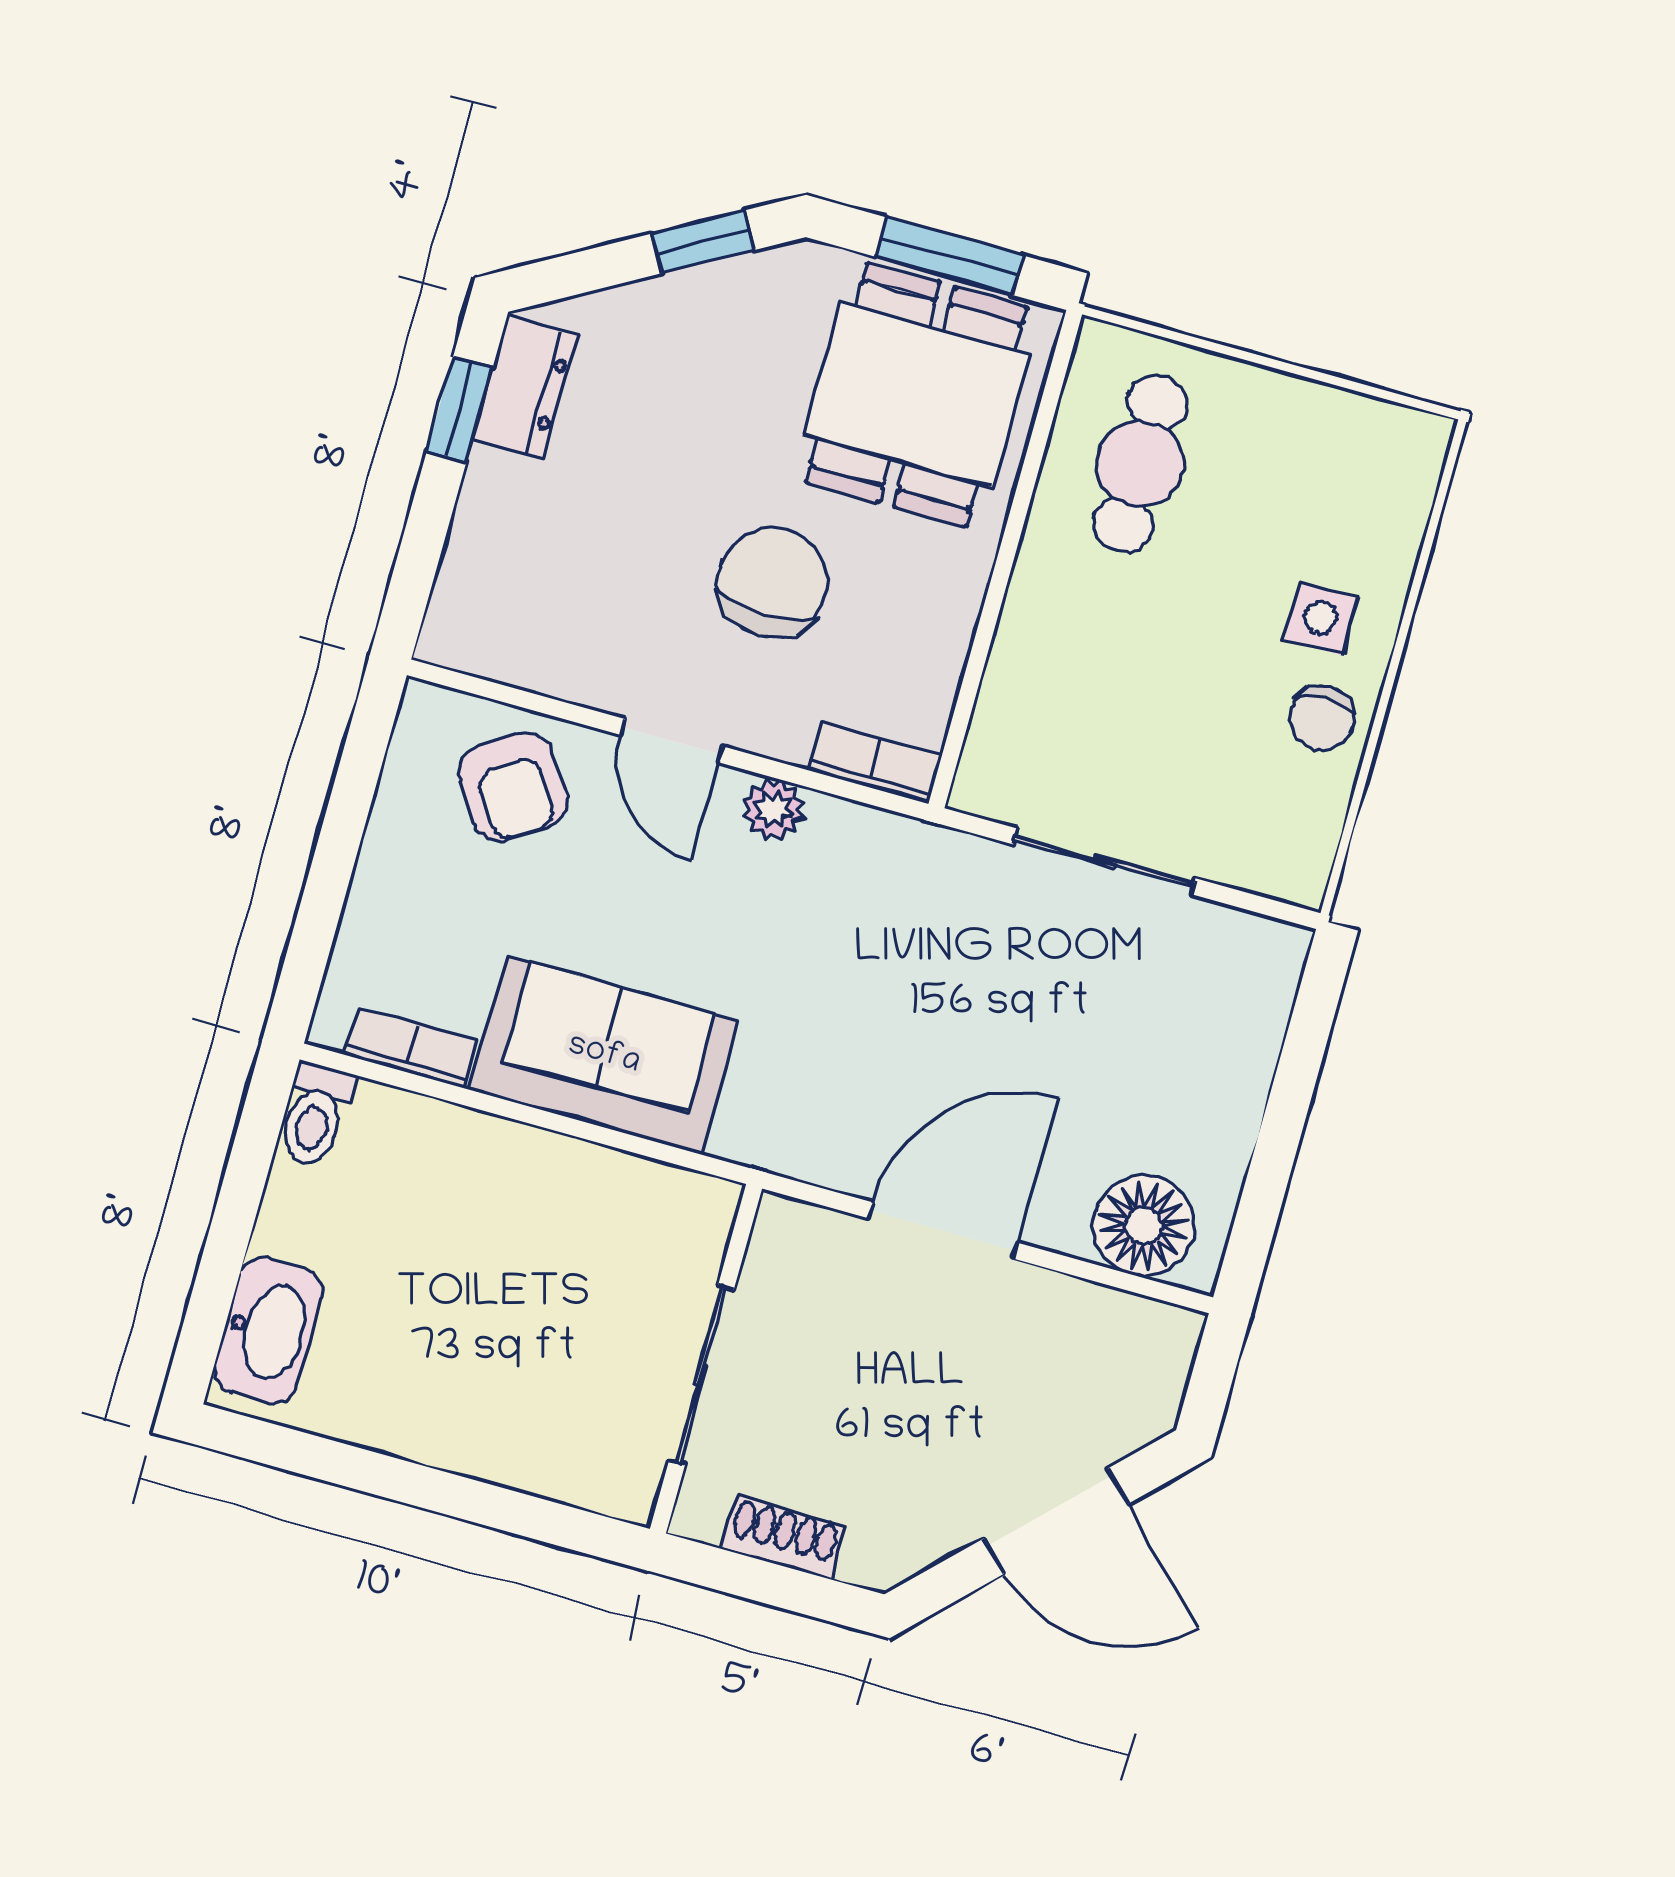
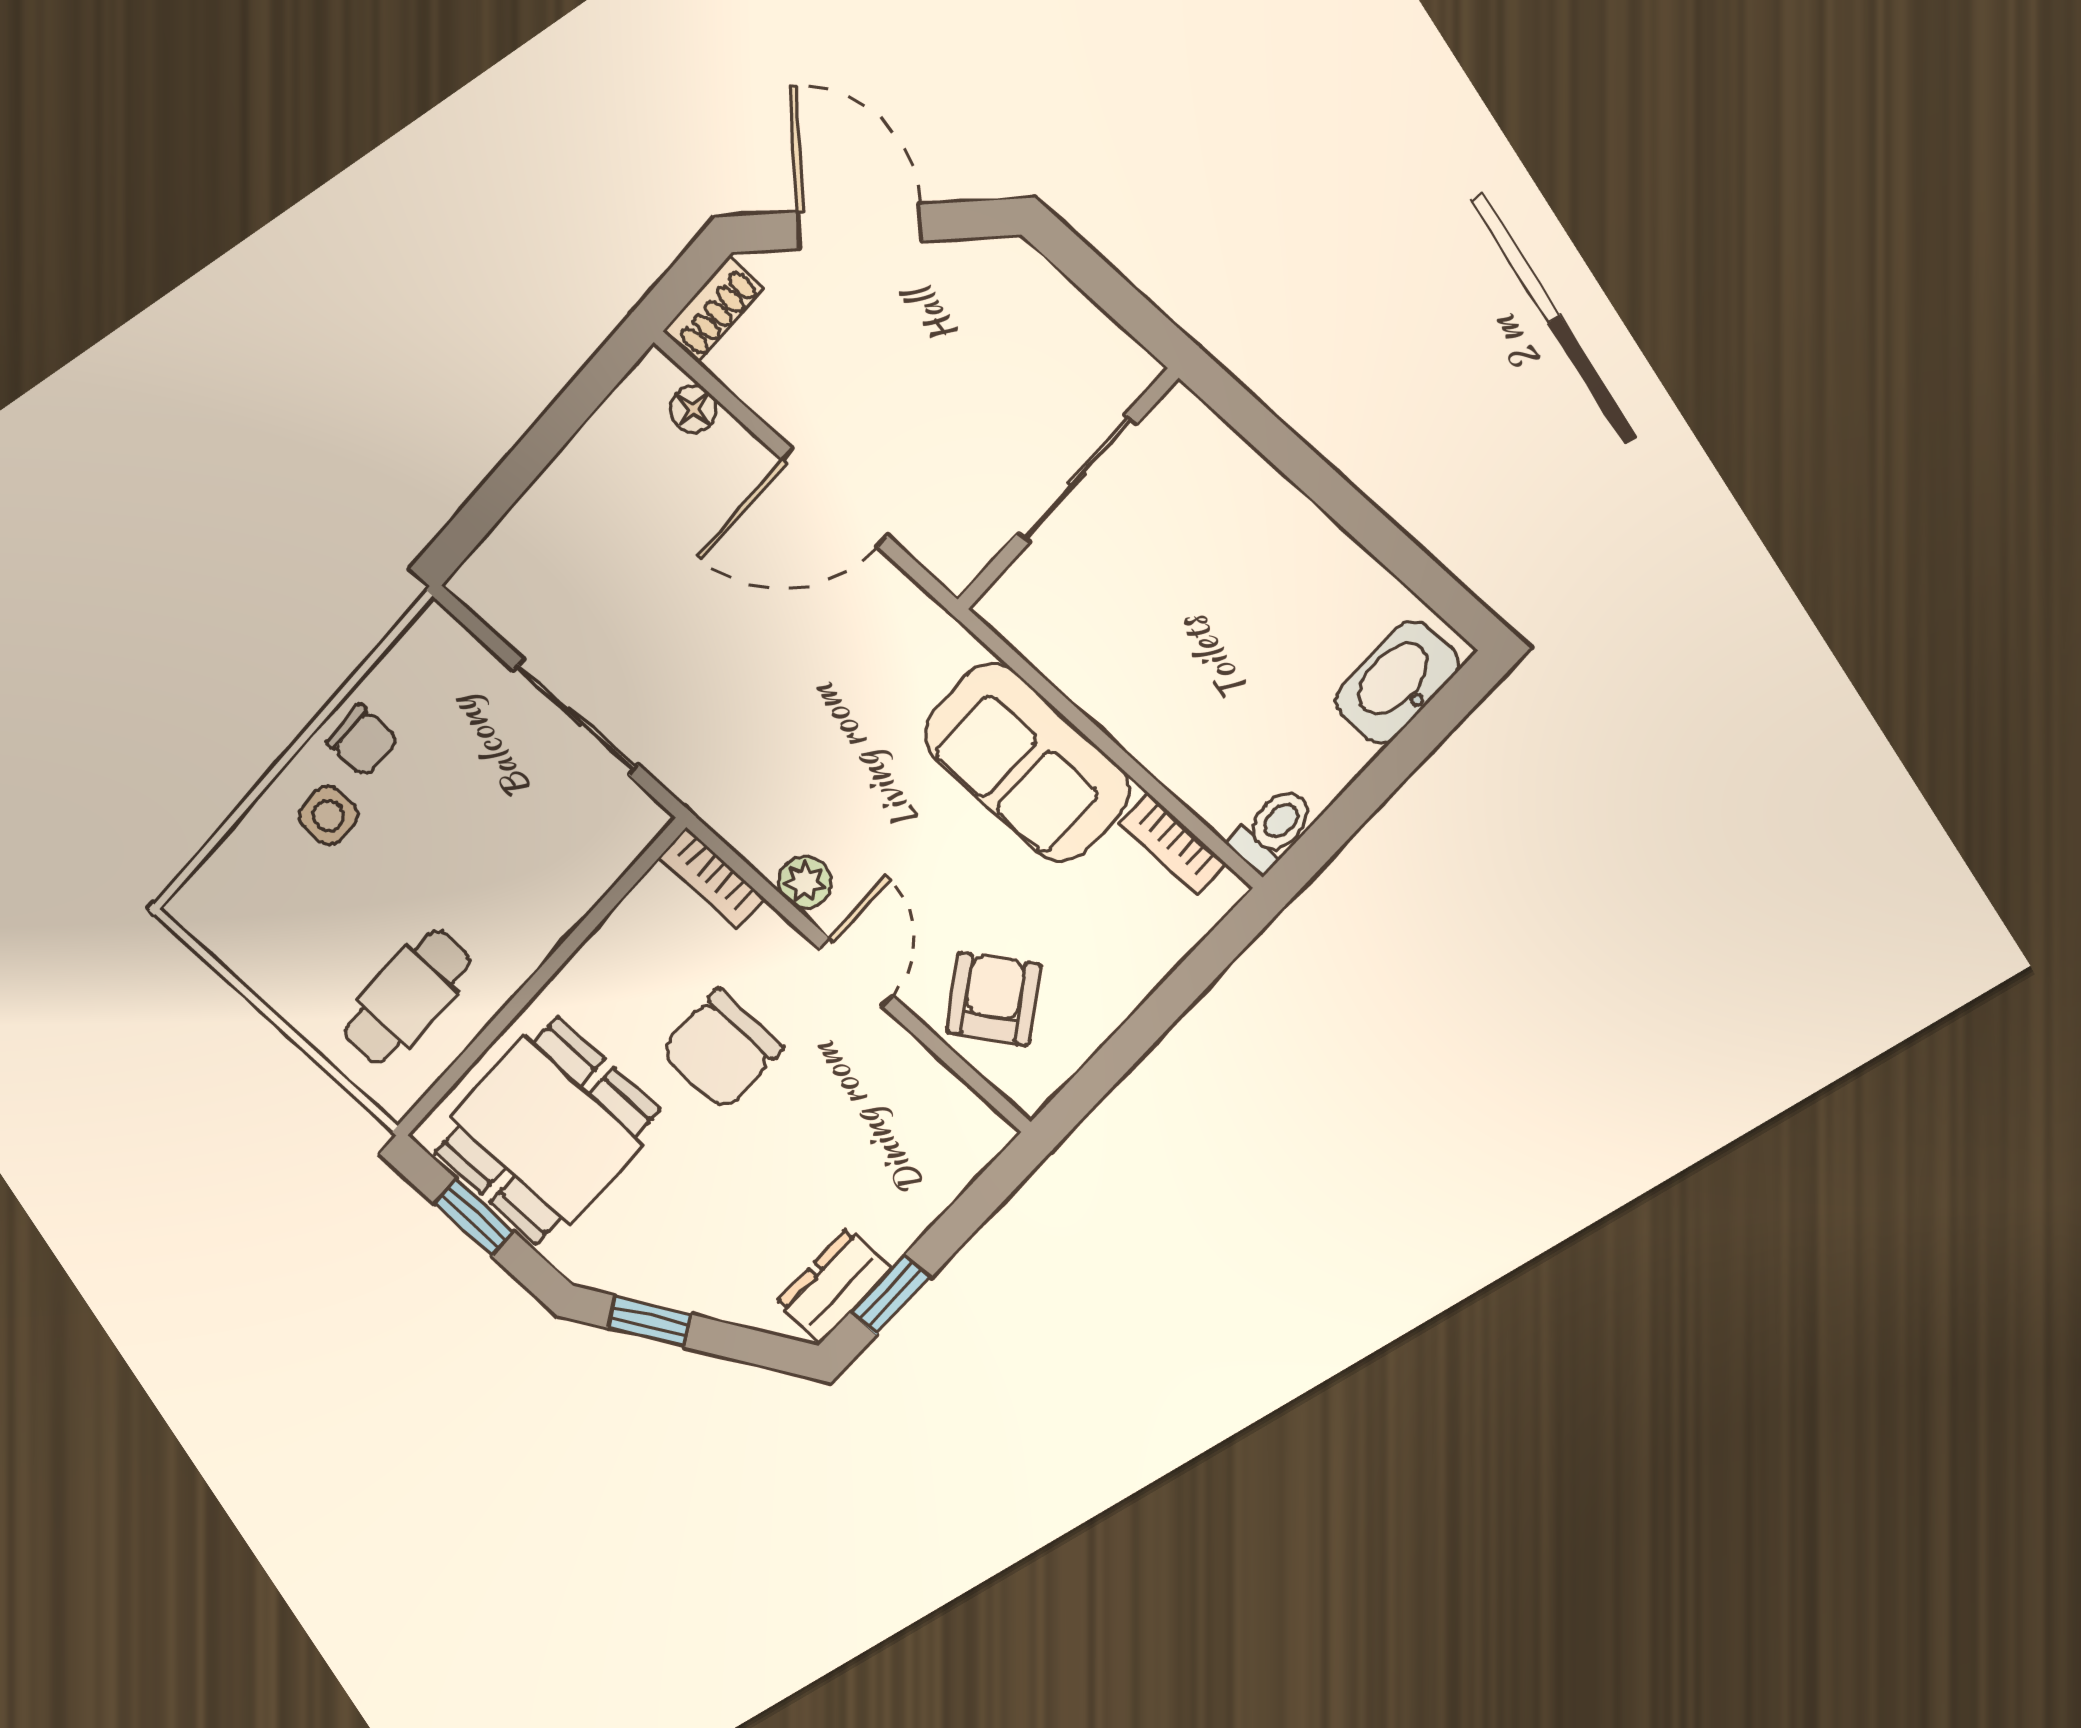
window: (950, 256) -> (474, 1218), width x0.67
chair: (1322, 719) -> (362, 741), turned 90
floor lamp: (1144, 1226) -> (693, 409), width x0.53, depth x0.53
shoe rack: (784, 1537) -> (714, 309), moved, turned -90

